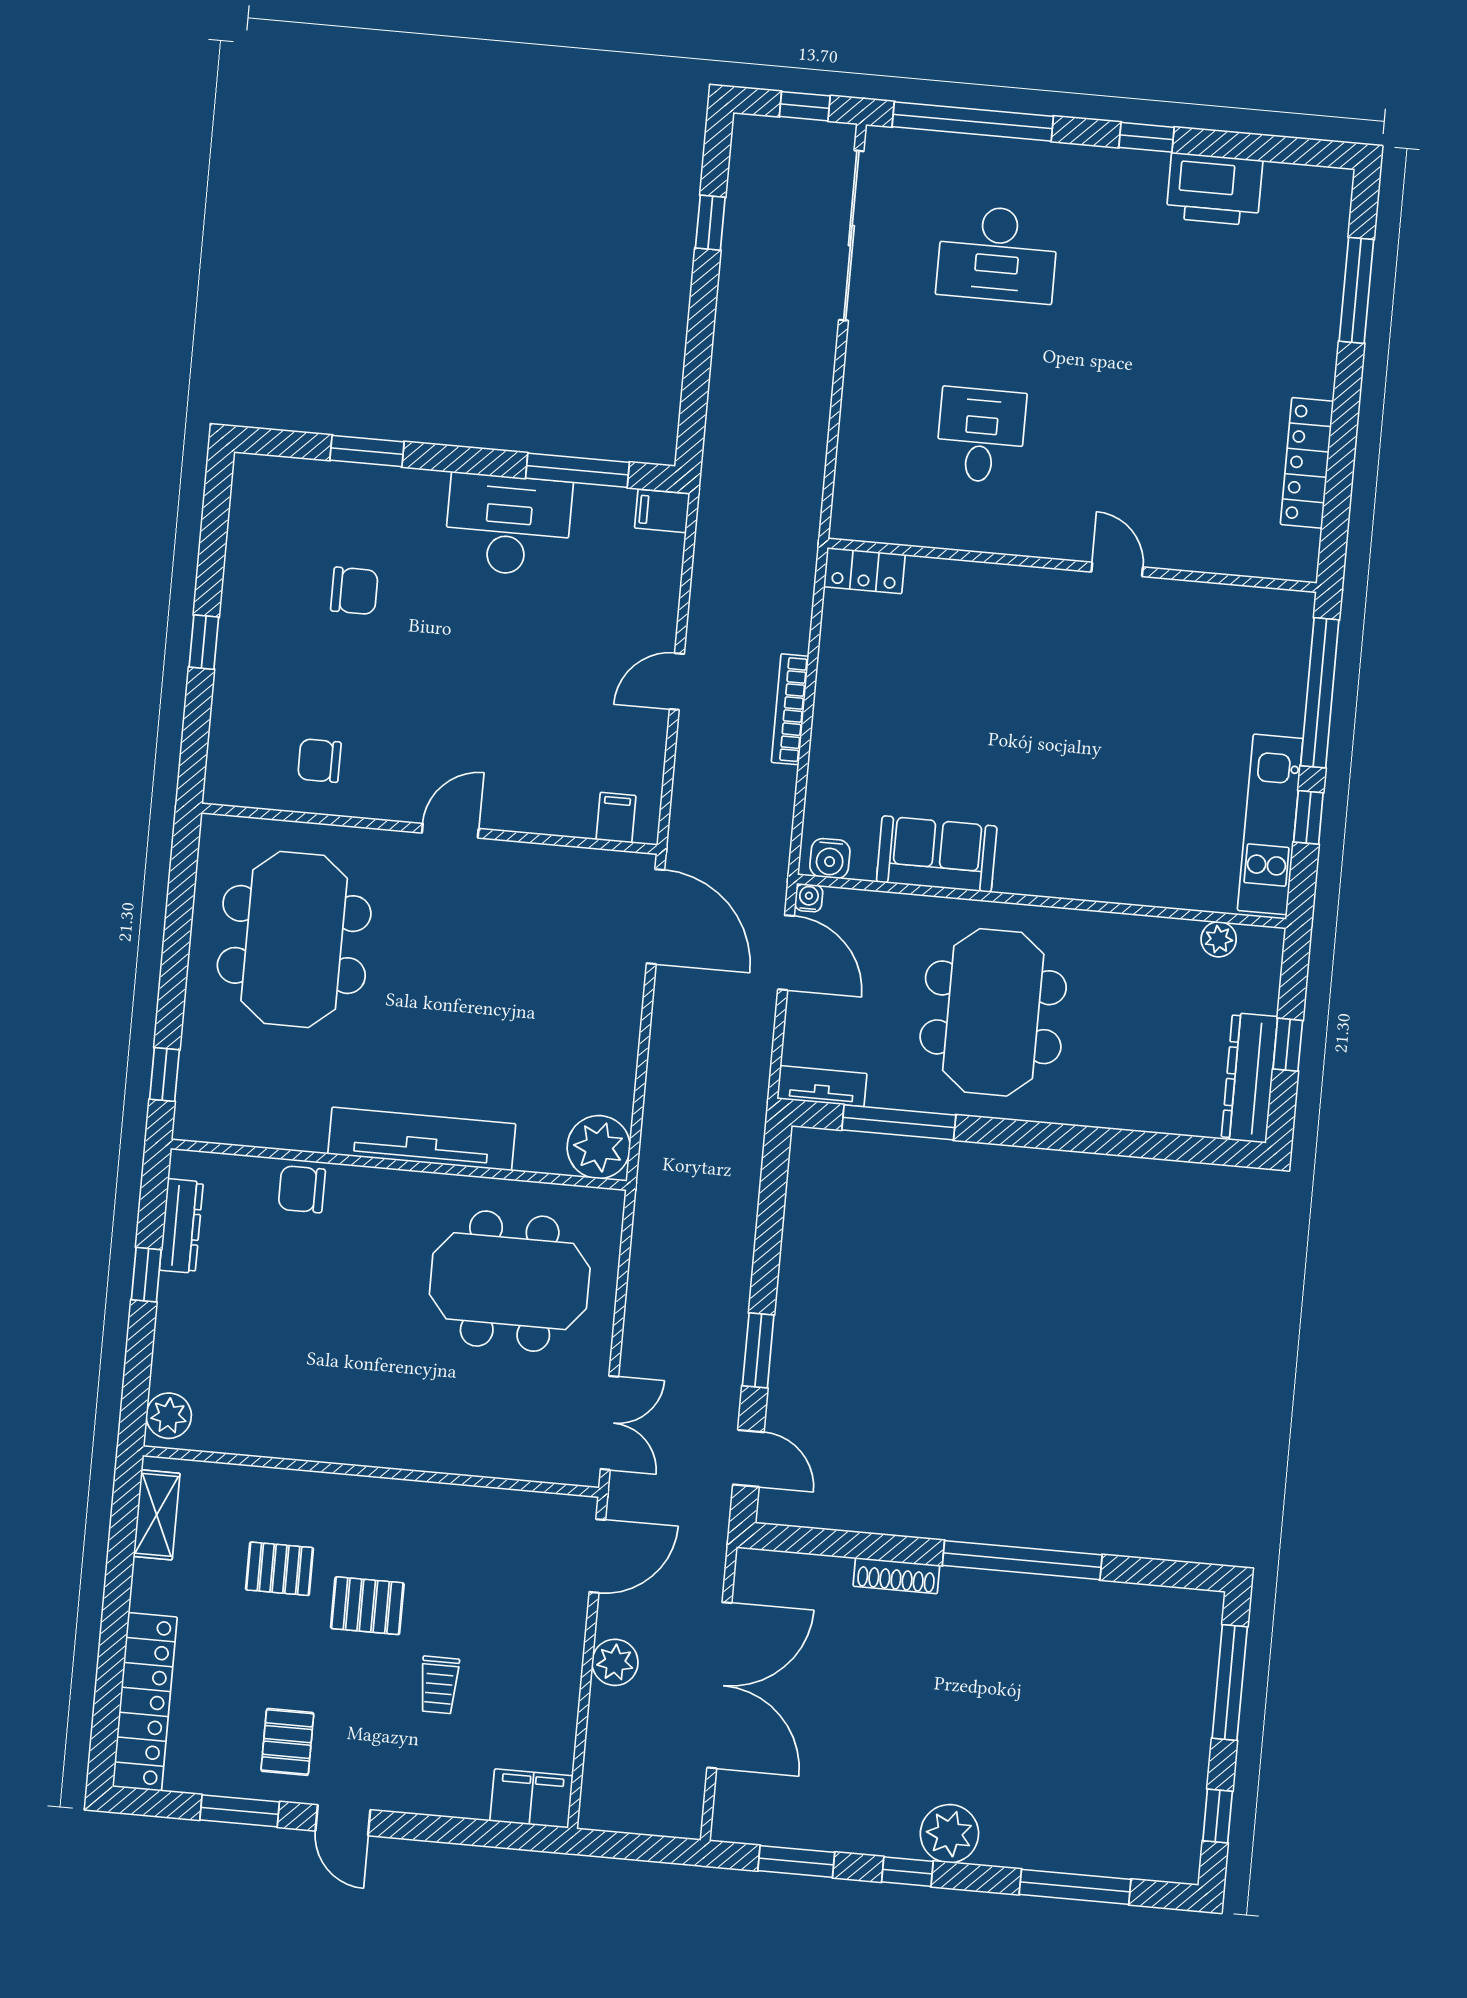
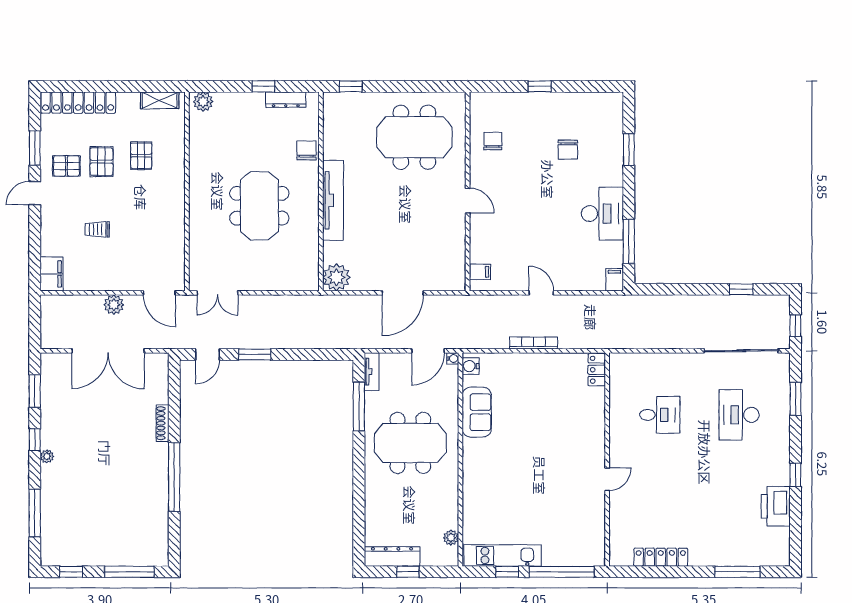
window: (973, 121) -> (795, 399), width x0.47
door: (656, 917) -> (403, 293), moved
meeting table: (510, 1281) -> (259, 206), moved
pallet: (367, 1606) -> (101, 162), moved
plant: (949, 1834) -> (47, 456), width x0.53, depth x0.53

